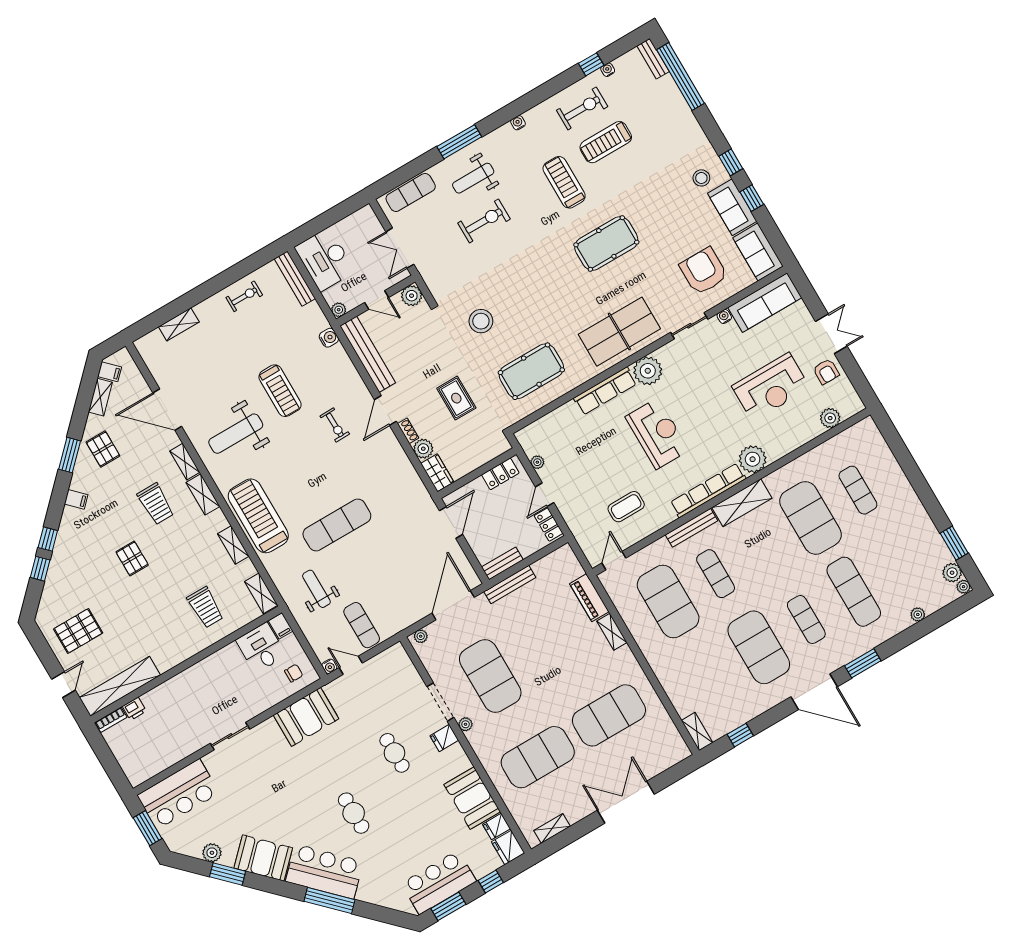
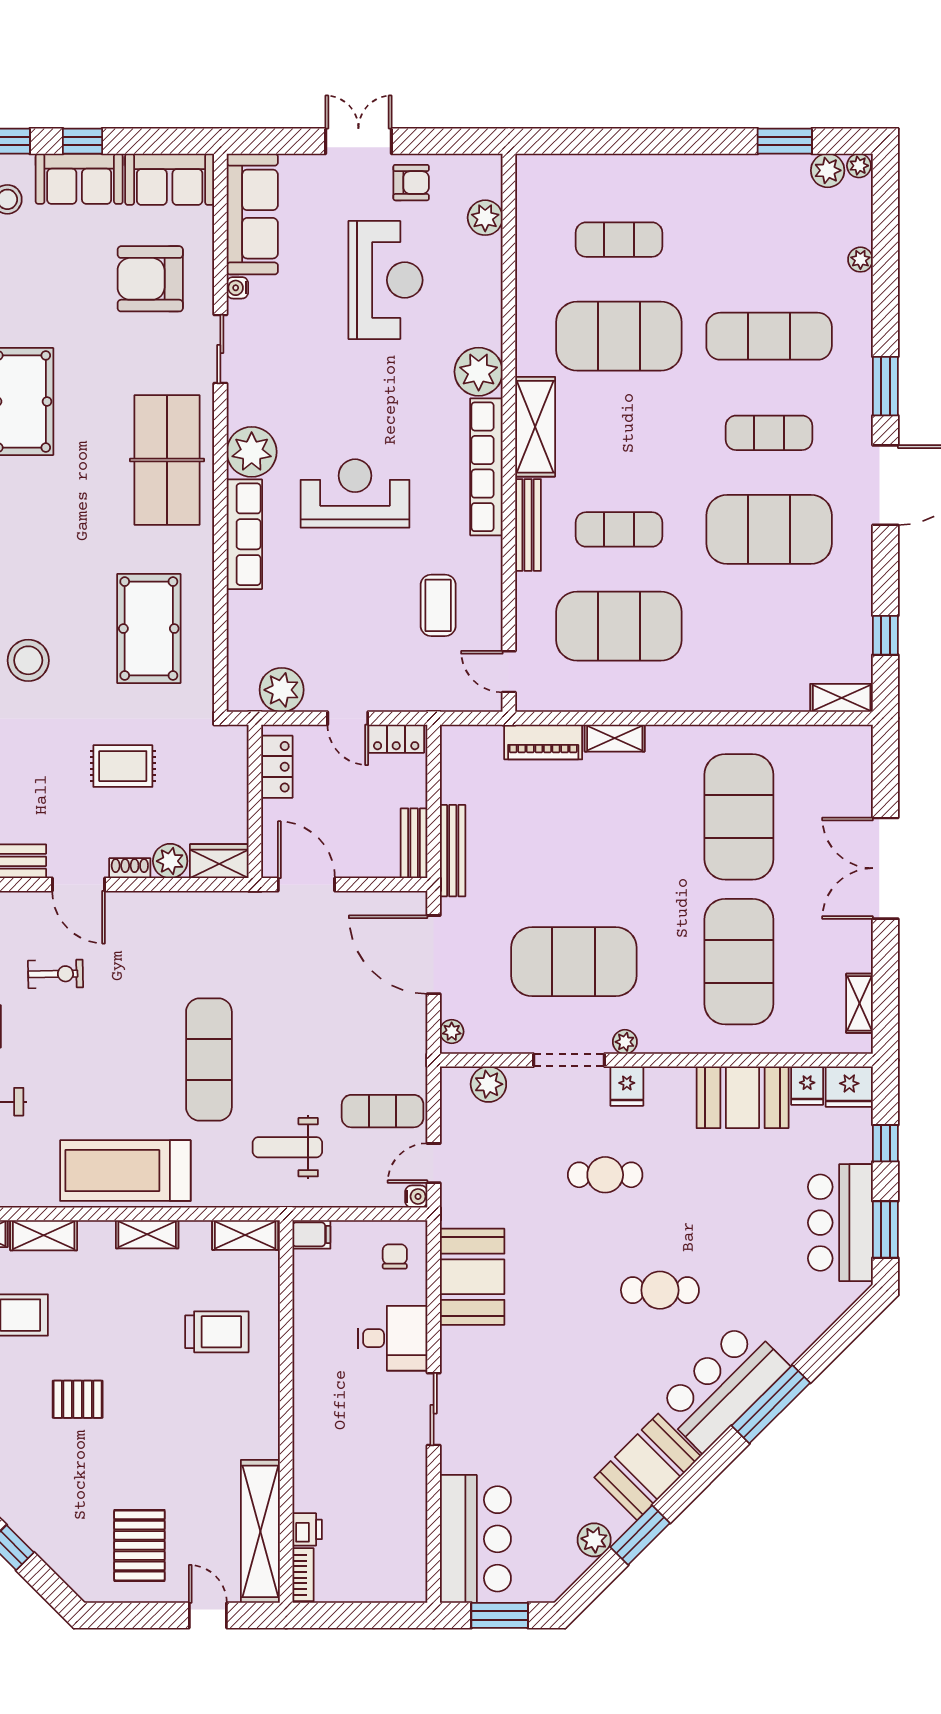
plant: (537, 462) -> (282, 690), width x1.88, depth x1.88
desk: (261, 648) -> (392, 1338), moved, turned 180
plant: (405, 669) -> (488, 1084), added

